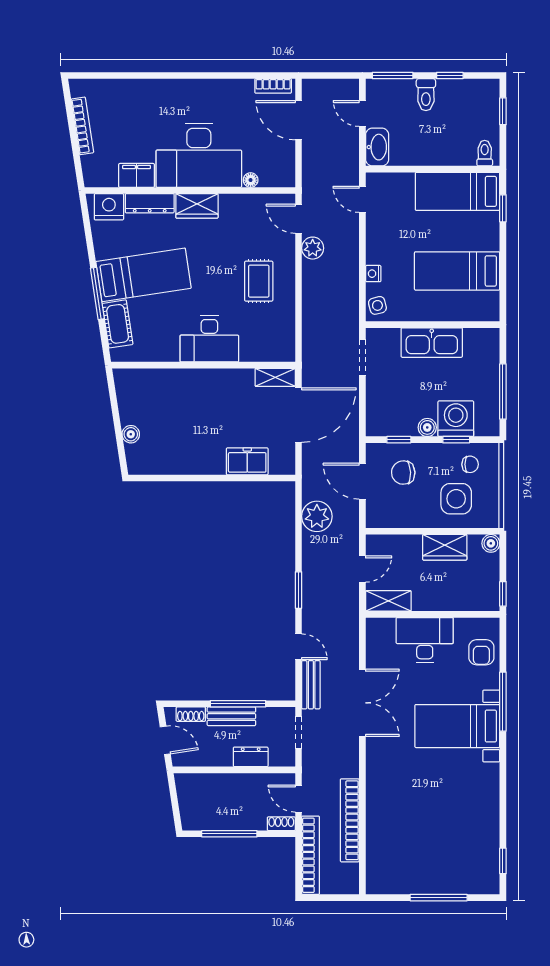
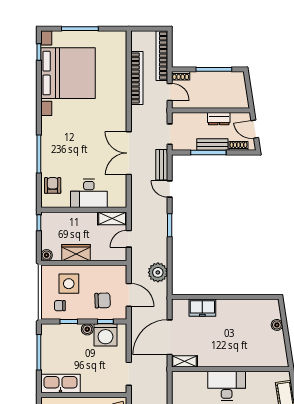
kitchen sink: (432, 343) -> (60, 384), moved
washing machine: (456, 419) -> (105, 335), moved
bed with nightstands: (457, 726) -> (68, 73), moved, width x1.85
dresser: (251, 757) -> (219, 119), moved

